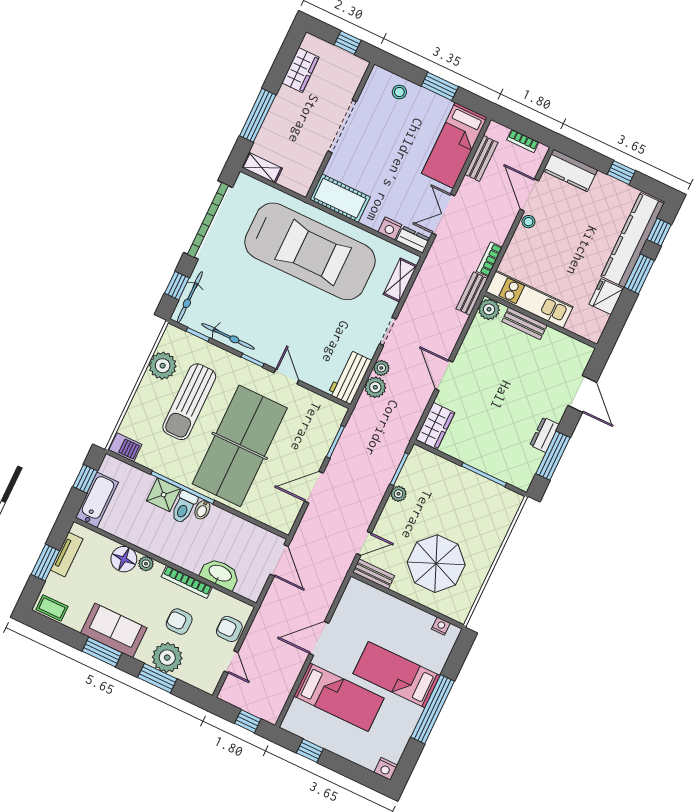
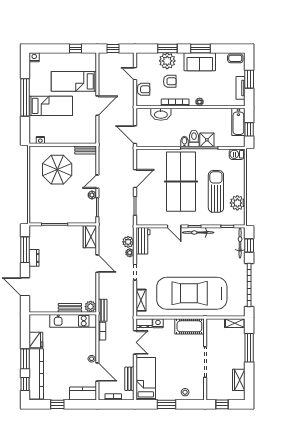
bicycle: (228, 336) -> (198, 232), moved
door: (364, 543) -> (97, 182), moved
floor lamp: (124, 559) -> (211, 99), removed

